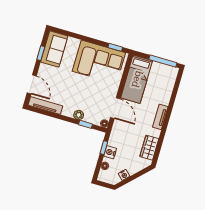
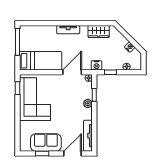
sofa: (54, 49) -> (46, 143), moved
nightstand: (110, 152) -> (97, 65), moved

